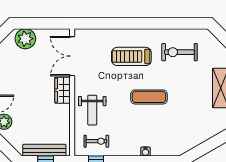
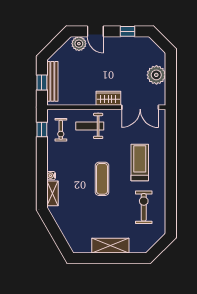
plant: (25, 39) -> (156, 75), moved
double door: (72, 56) -> (140, 107), swing flipped
shelving: (165, 150) -> (52, 193), added

